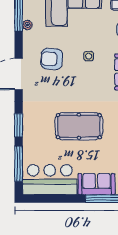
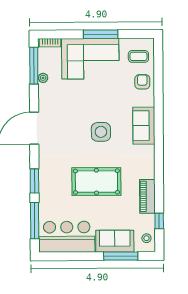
side table: (89, 56) -> (101, 132), moved, width x1.87, depth x1.87
armchair: (52, 59) -> (68, 113), removed

